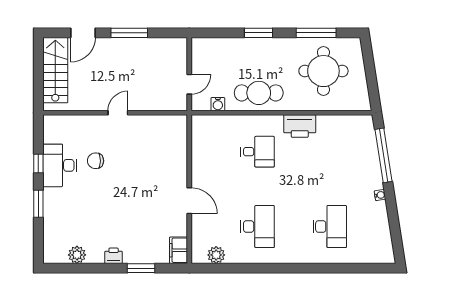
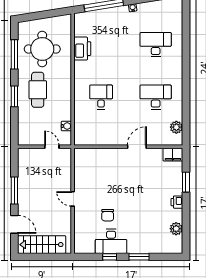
cafe table: (259, 93) -> (38, 90), moved
printer: (300, 126) -> (82, 49), moved

